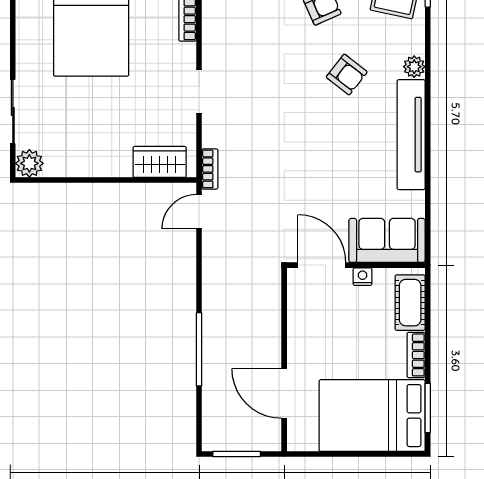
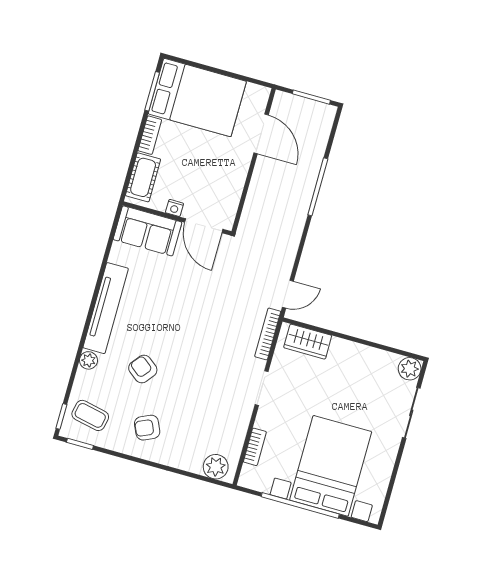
bookcase: (210, 169) -> (268, 334), width x1.56

